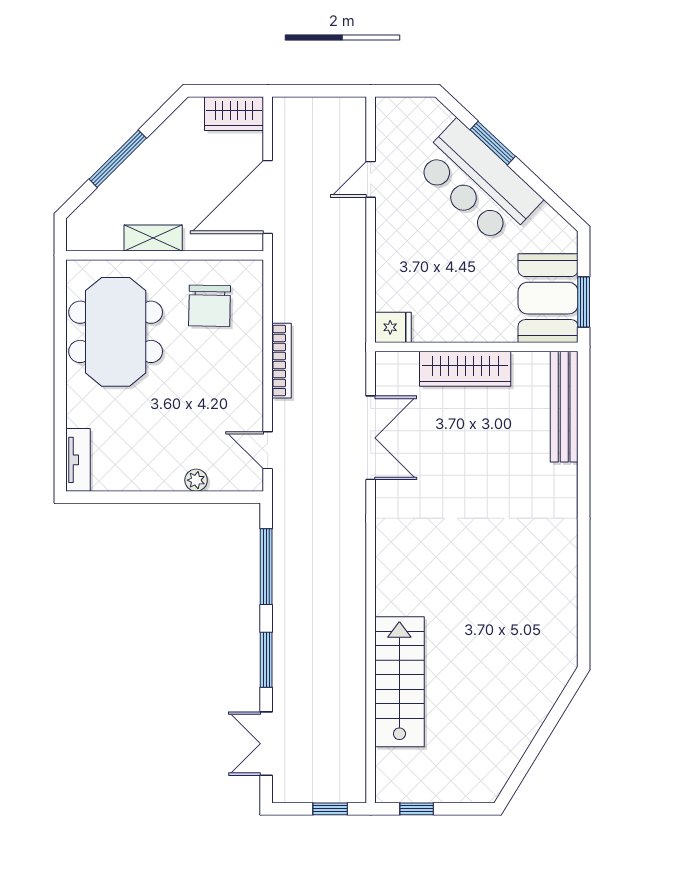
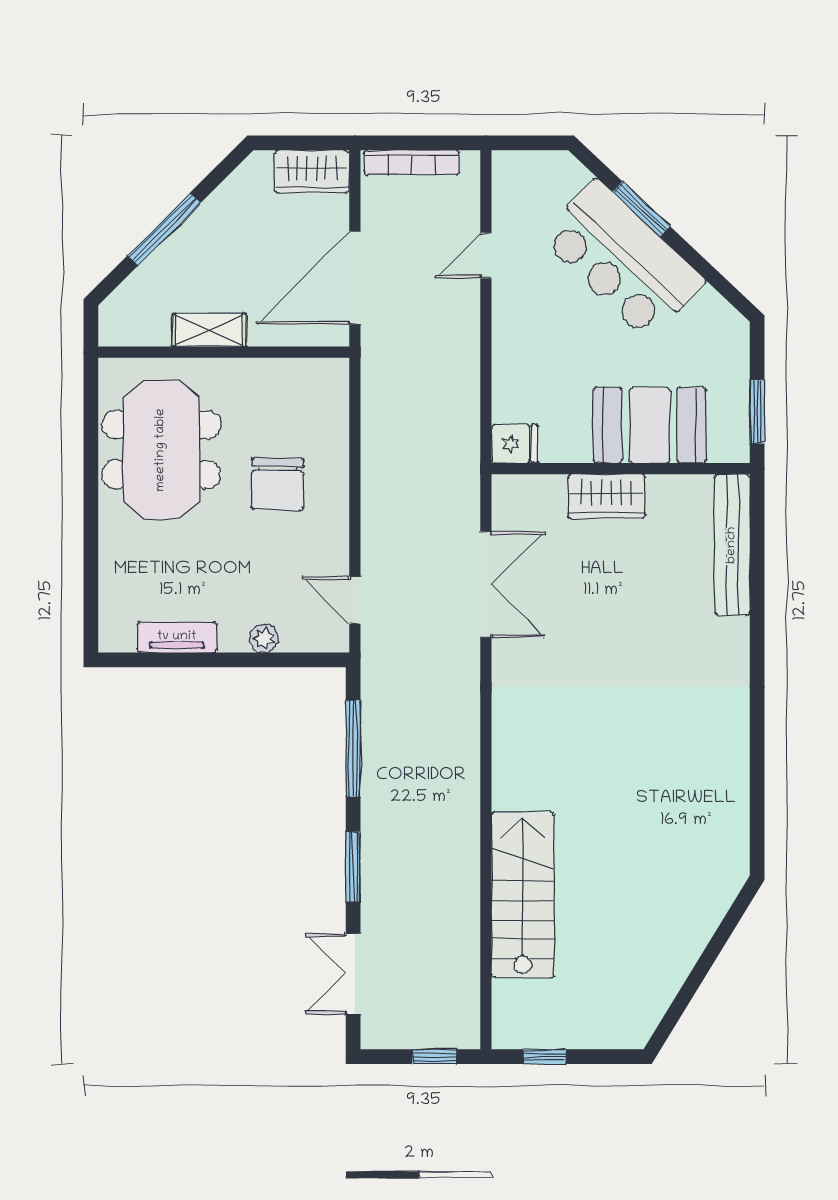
booth: (548, 298) -> (650, 425), moved, turned 90
chair: (210, 306) -> (278, 484), moved
bookcase: (282, 361) -> (412, 162), moved, turned 90
wardrobe: (465, 369) -> (606, 497), width x0.67
tv unit: (78, 460) -> (177, 637), moved, turned -90

